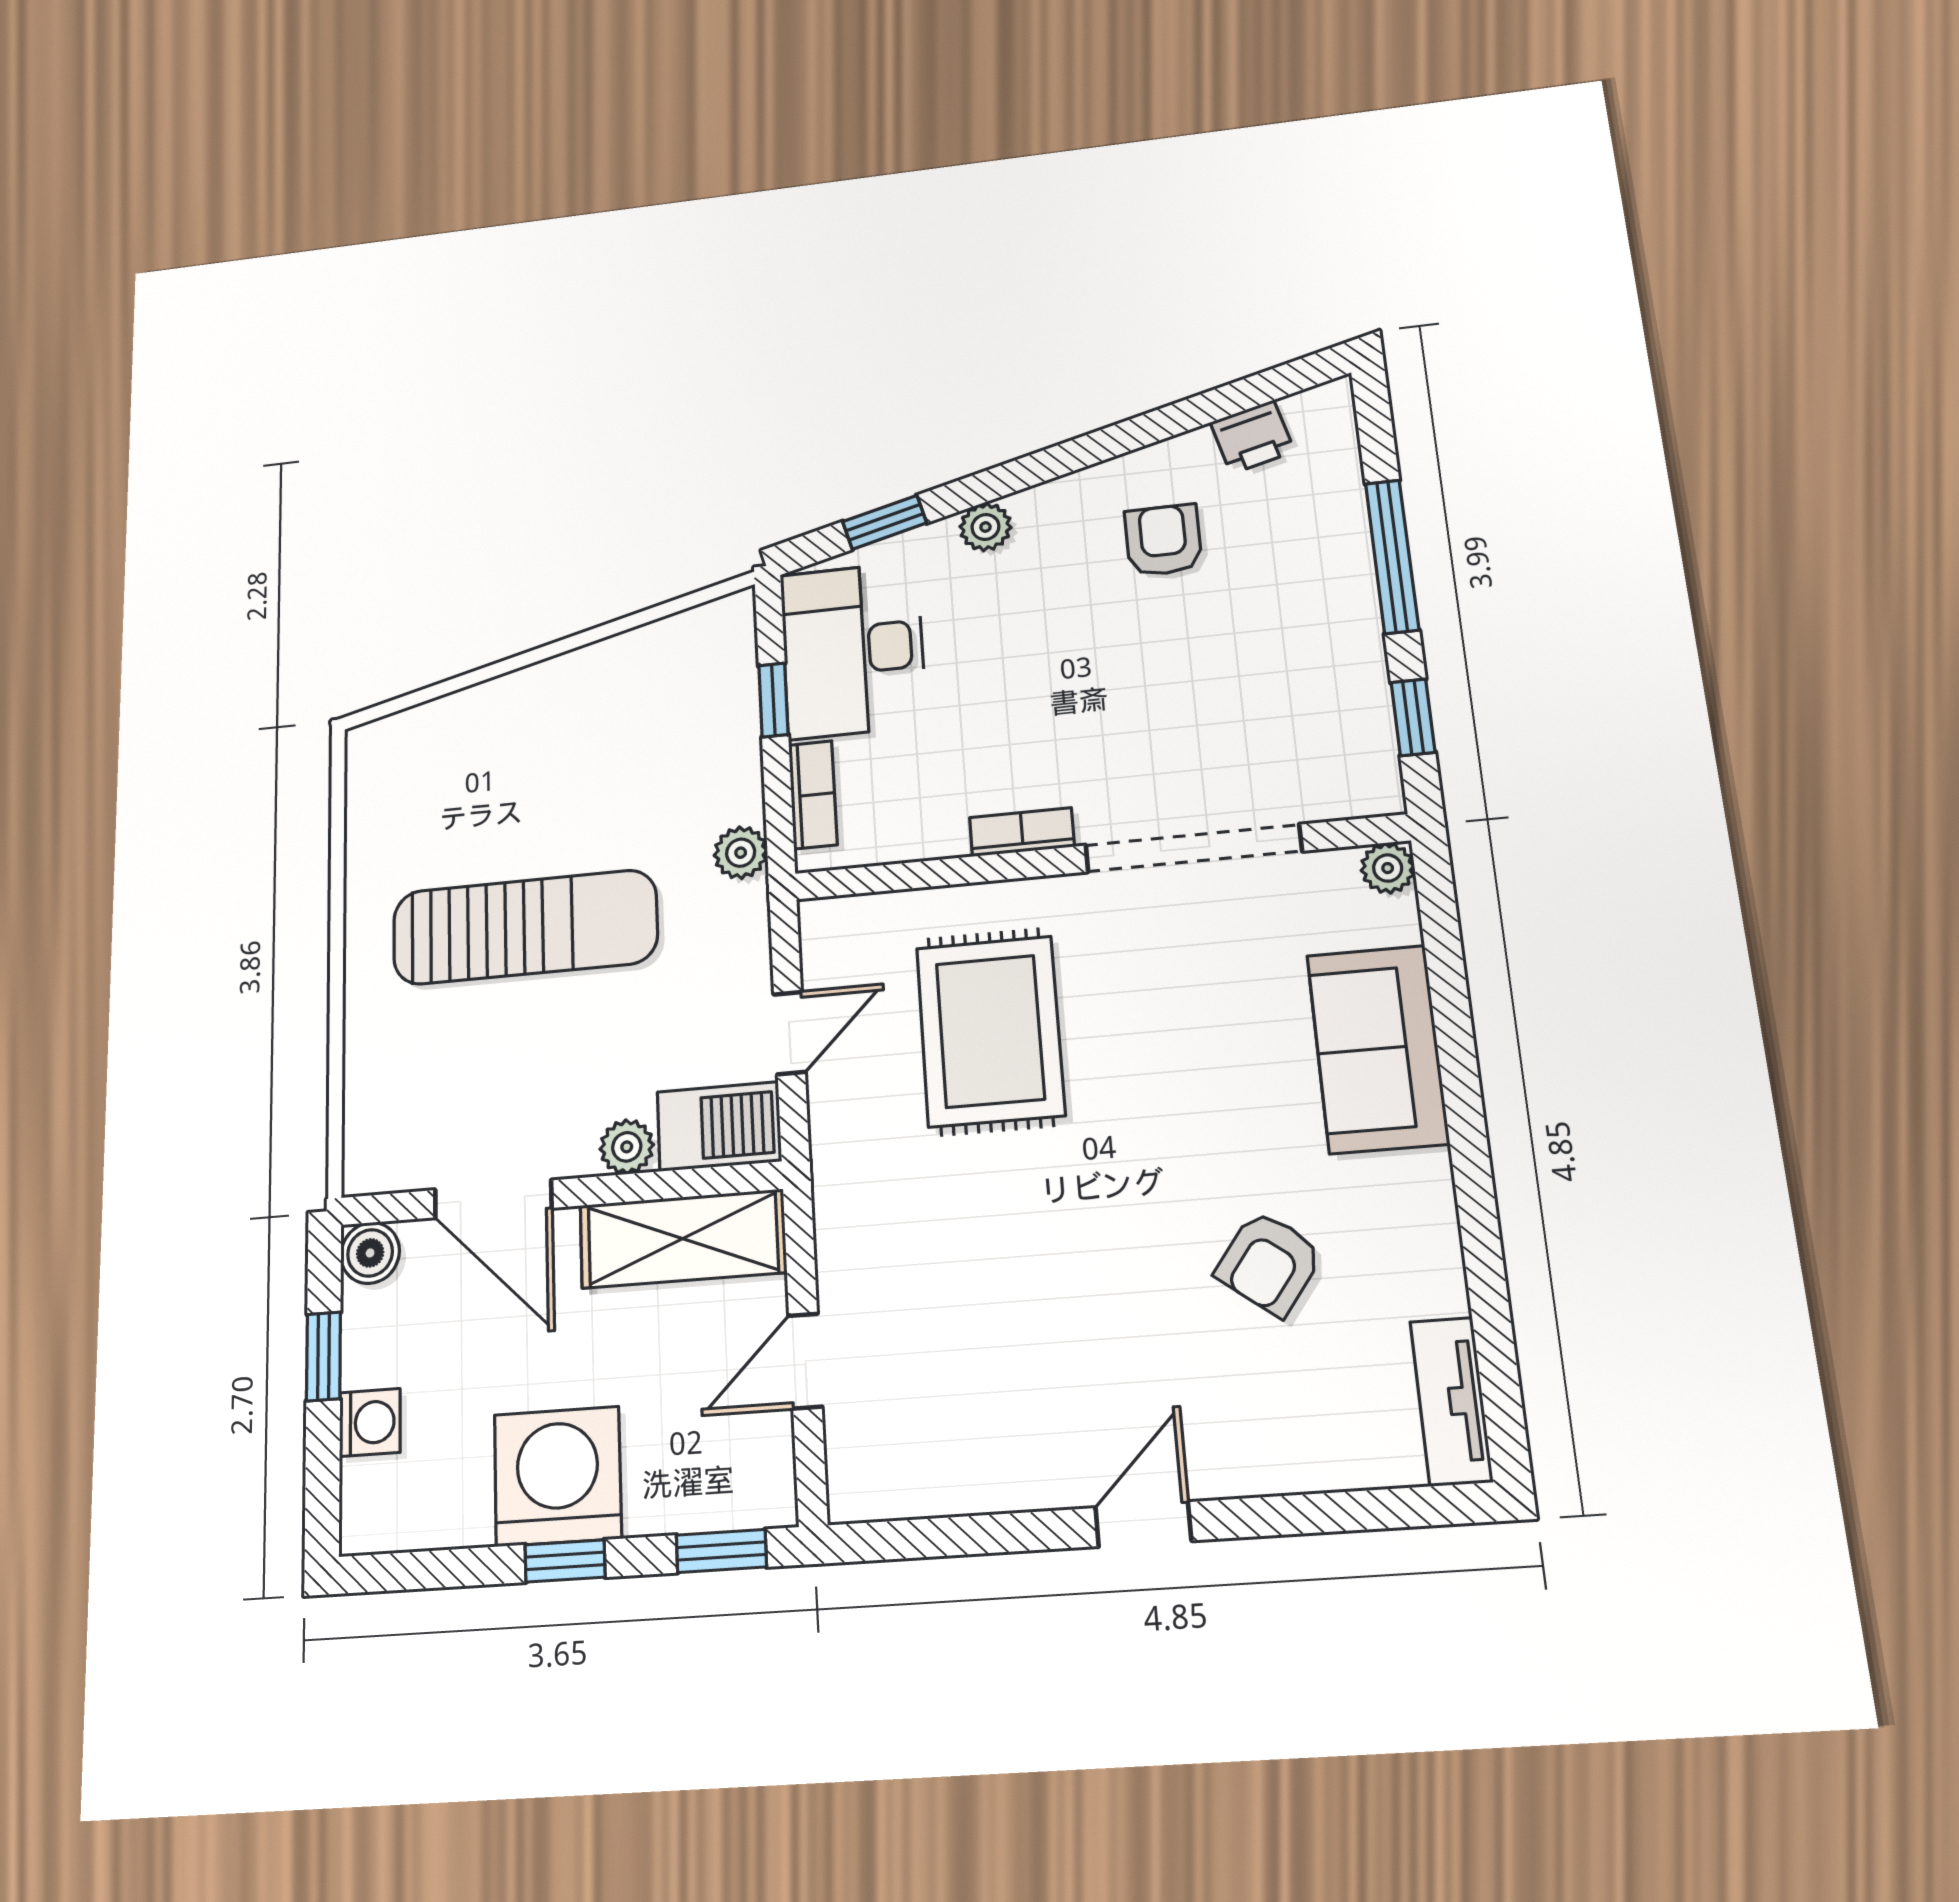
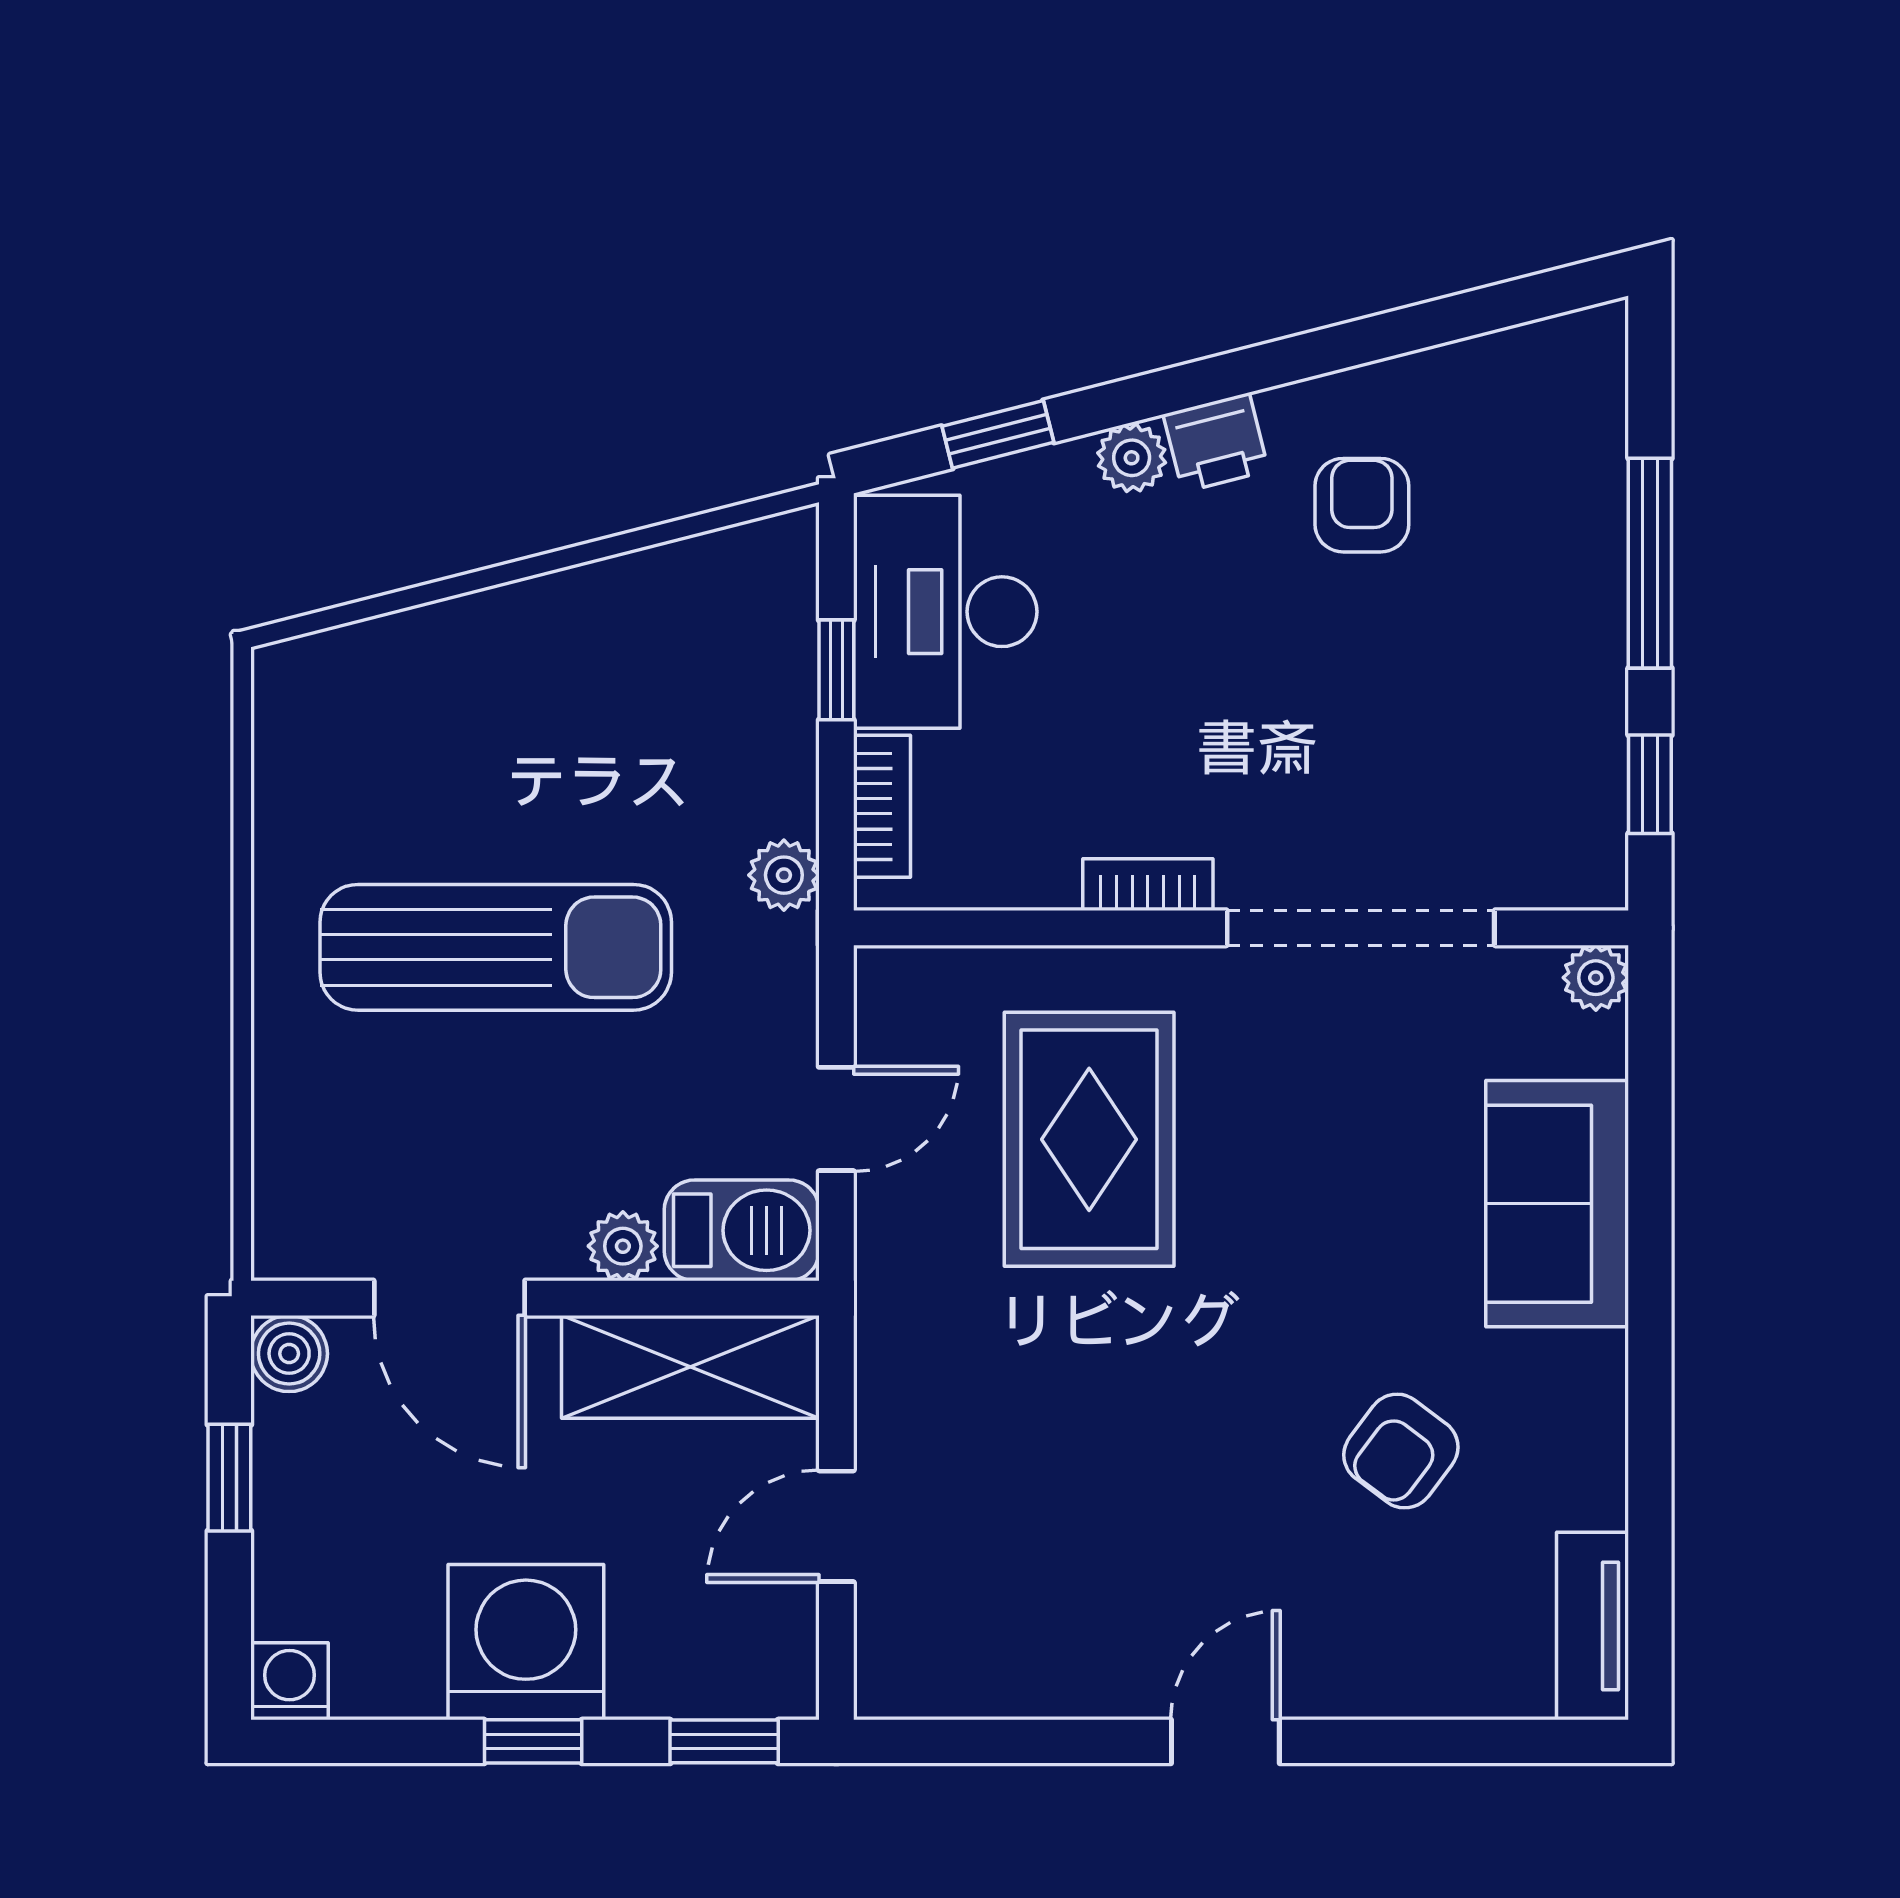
printer: (1252, 437) -> (1216, 443), moved
washing machine: (370, 1422) -> (290, 1681), moved, turned -90

